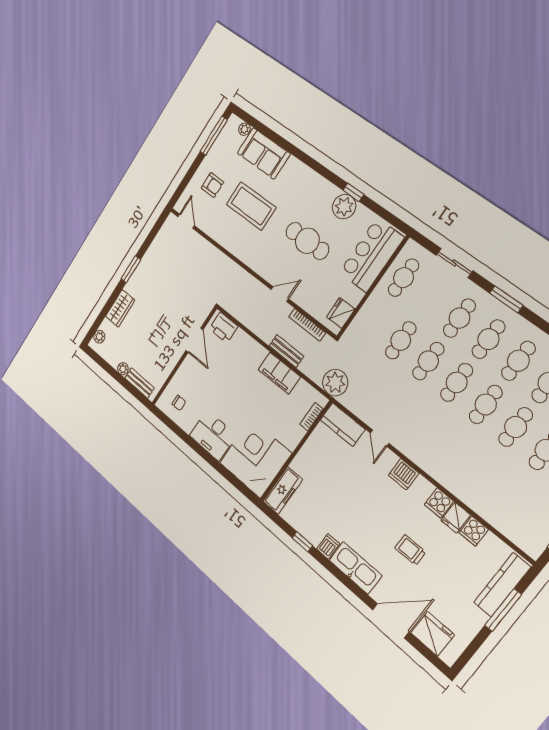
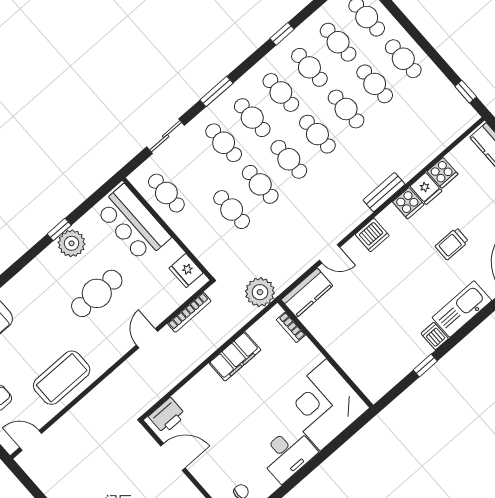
coffee table: (251, 206) -> (62, 378), moved
bench: (286, 351) -> (384, 192), moved
freezer: (283, 491) -> (365, 378), removed

